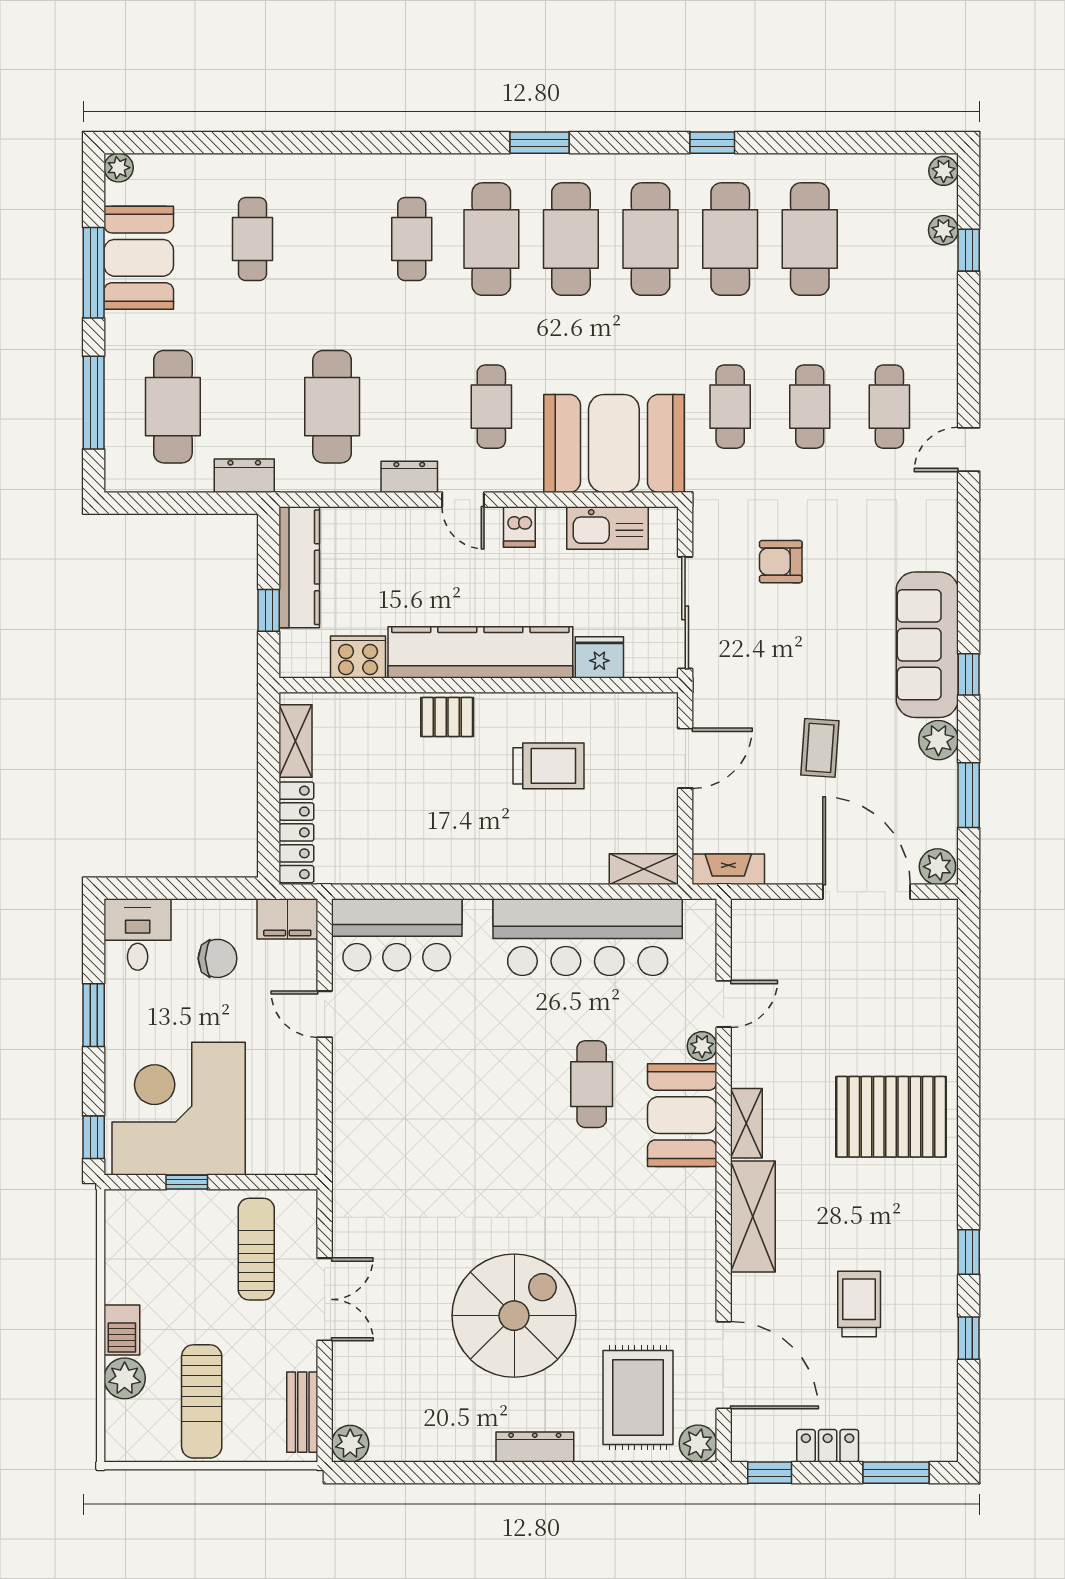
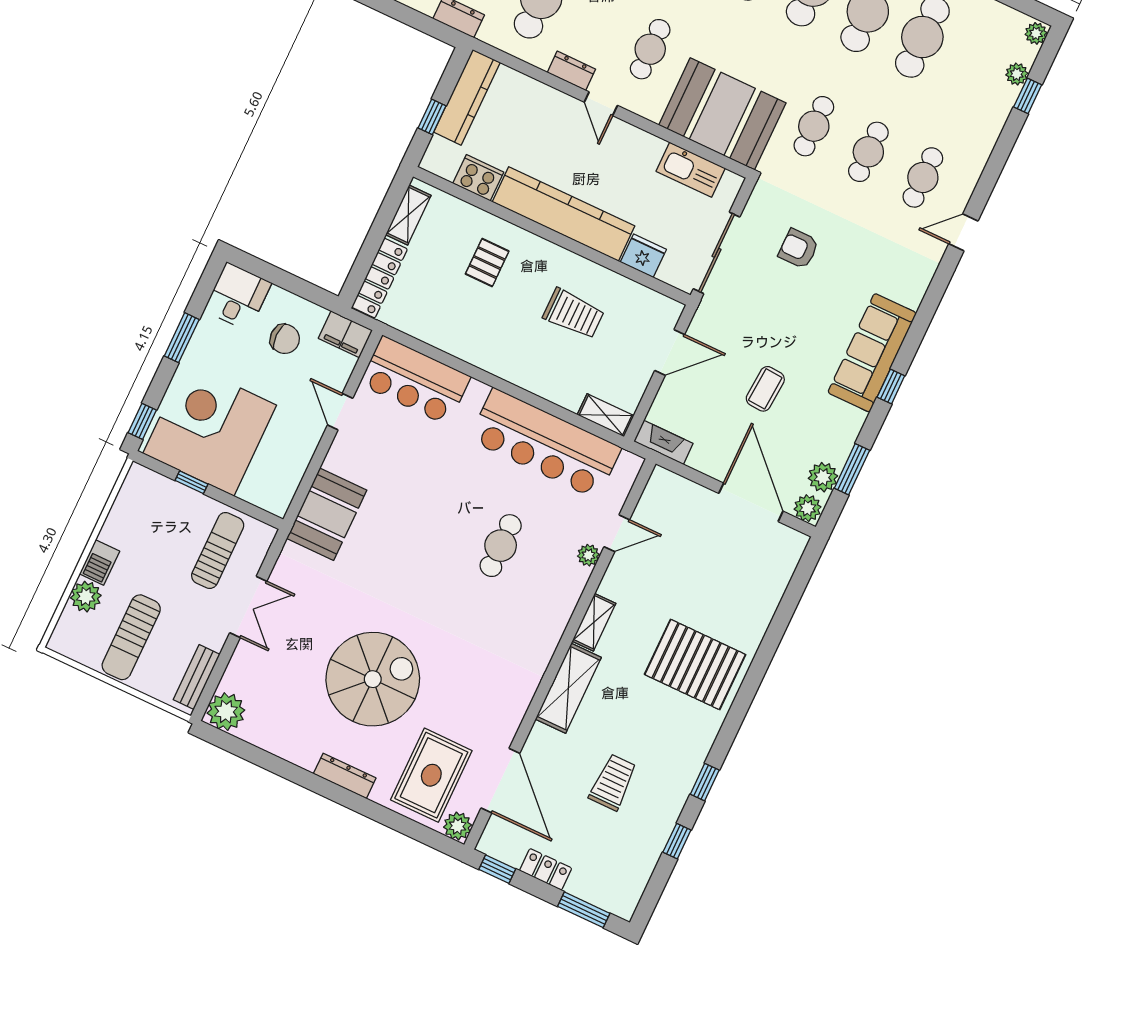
dishwasher: (519, 527) -> (631, 141), removed
pallet: (447, 717) -> (487, 263), moved, turned 90
plant: (938, 740) -> (823, 477), moved
booth: (682, 1115) -> (327, 514), moved
plant: (350, 1444) -> (226, 712), width x1.36, depth x1.36

